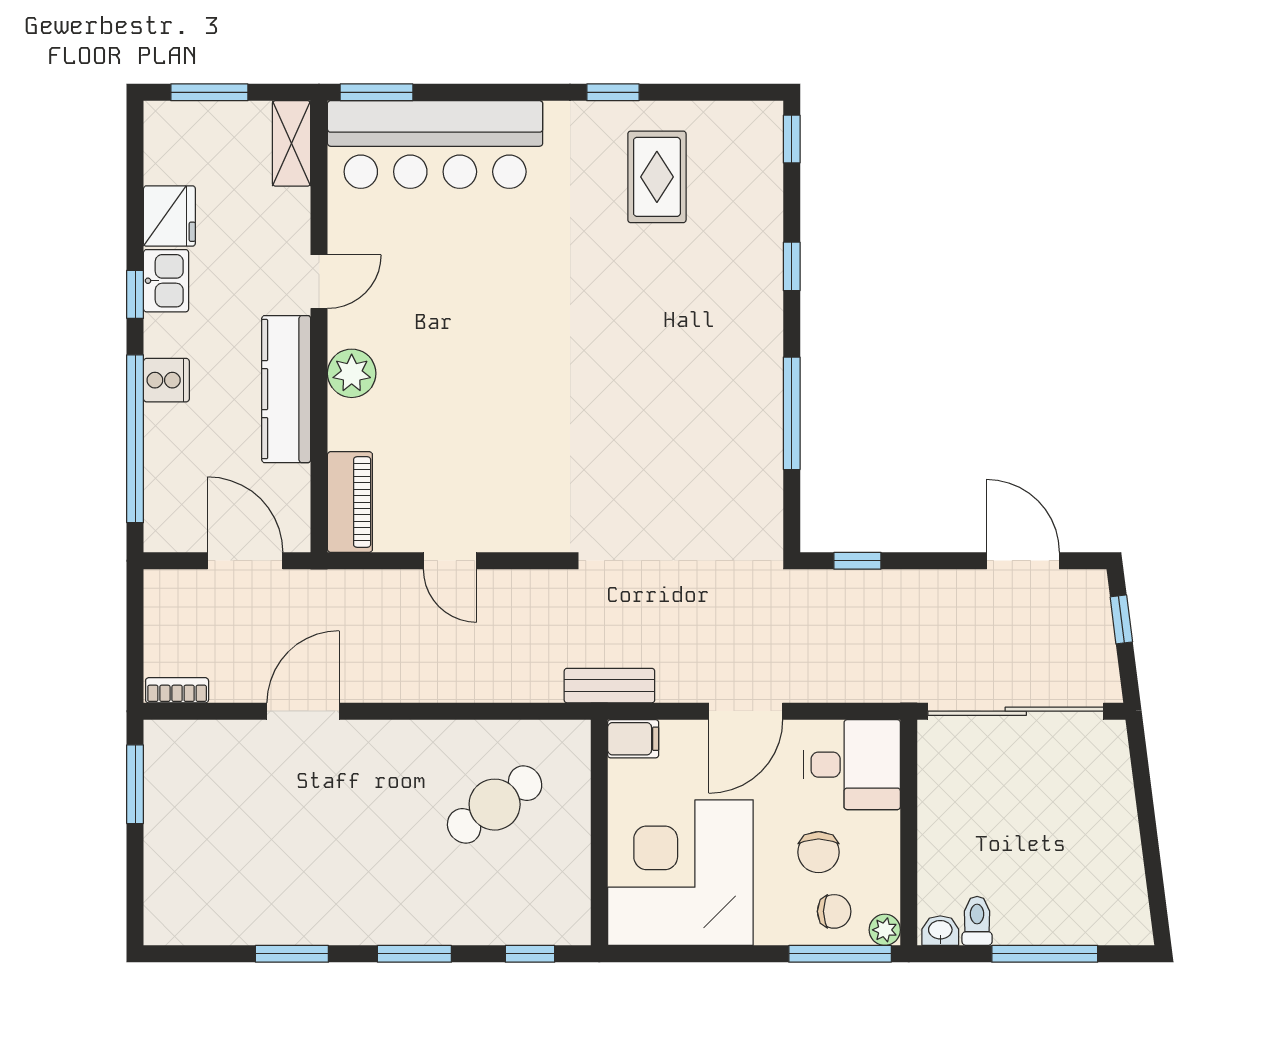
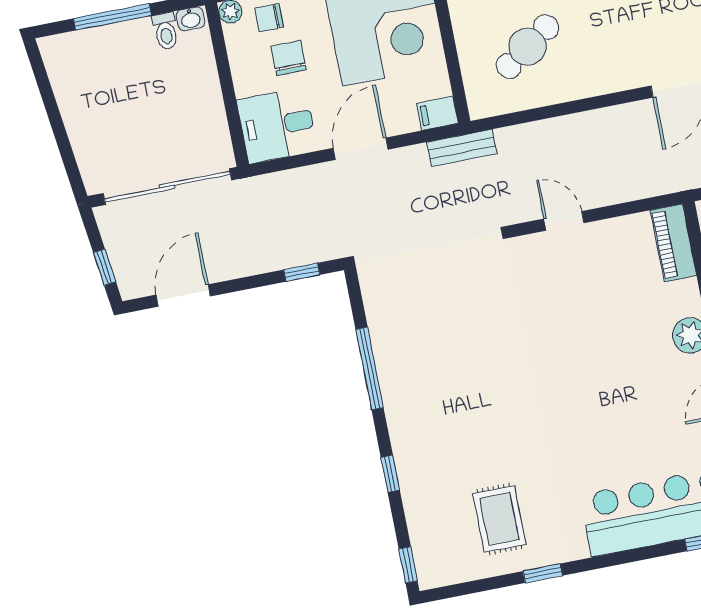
door: (450, 561) -> (564, 221), moved
door: (1023, 561) -> (183, 295), swing flipped

